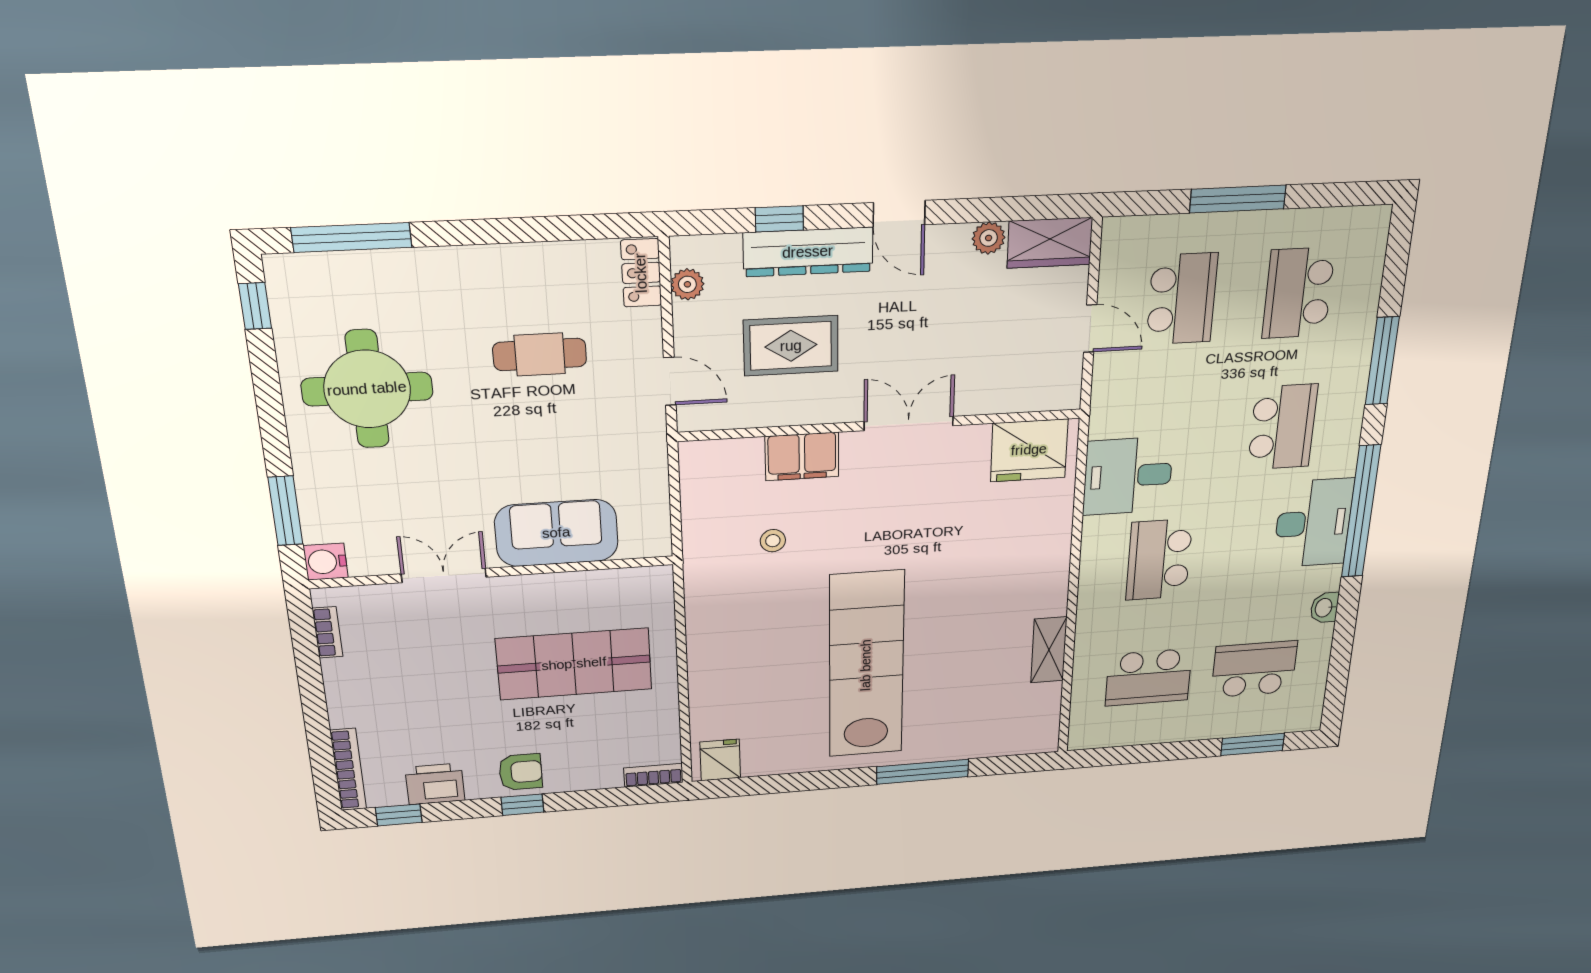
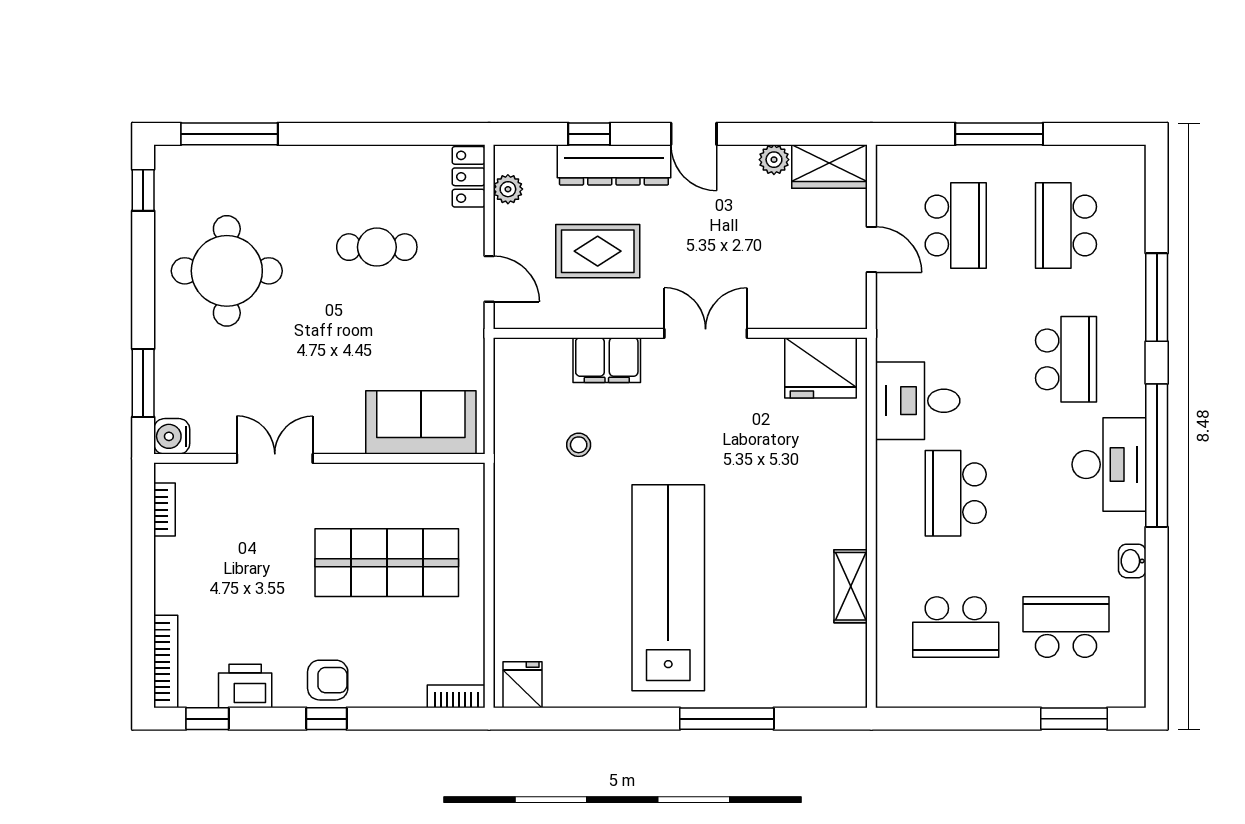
sofa: (556, 533) -> (421, 422), moved

